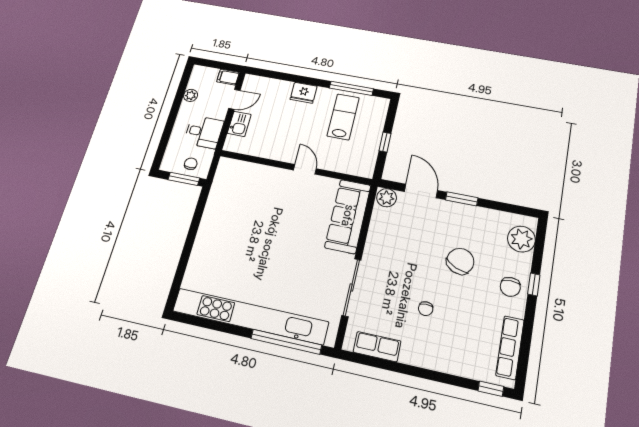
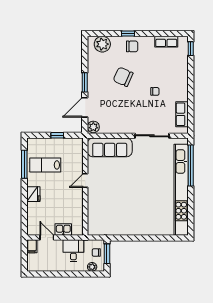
plant: (191, 95) -> (92, 267), moved
row of seats: (510, 347) -> (166, 42), width x0.68

